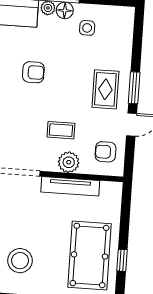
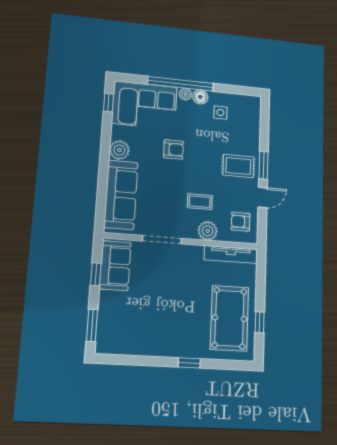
rug: (105, 89) -> (238, 166), turned 90
tv unit: (70, 186) -> (231, 255), moved
stool: (20, 261) -> (164, 324), removed

